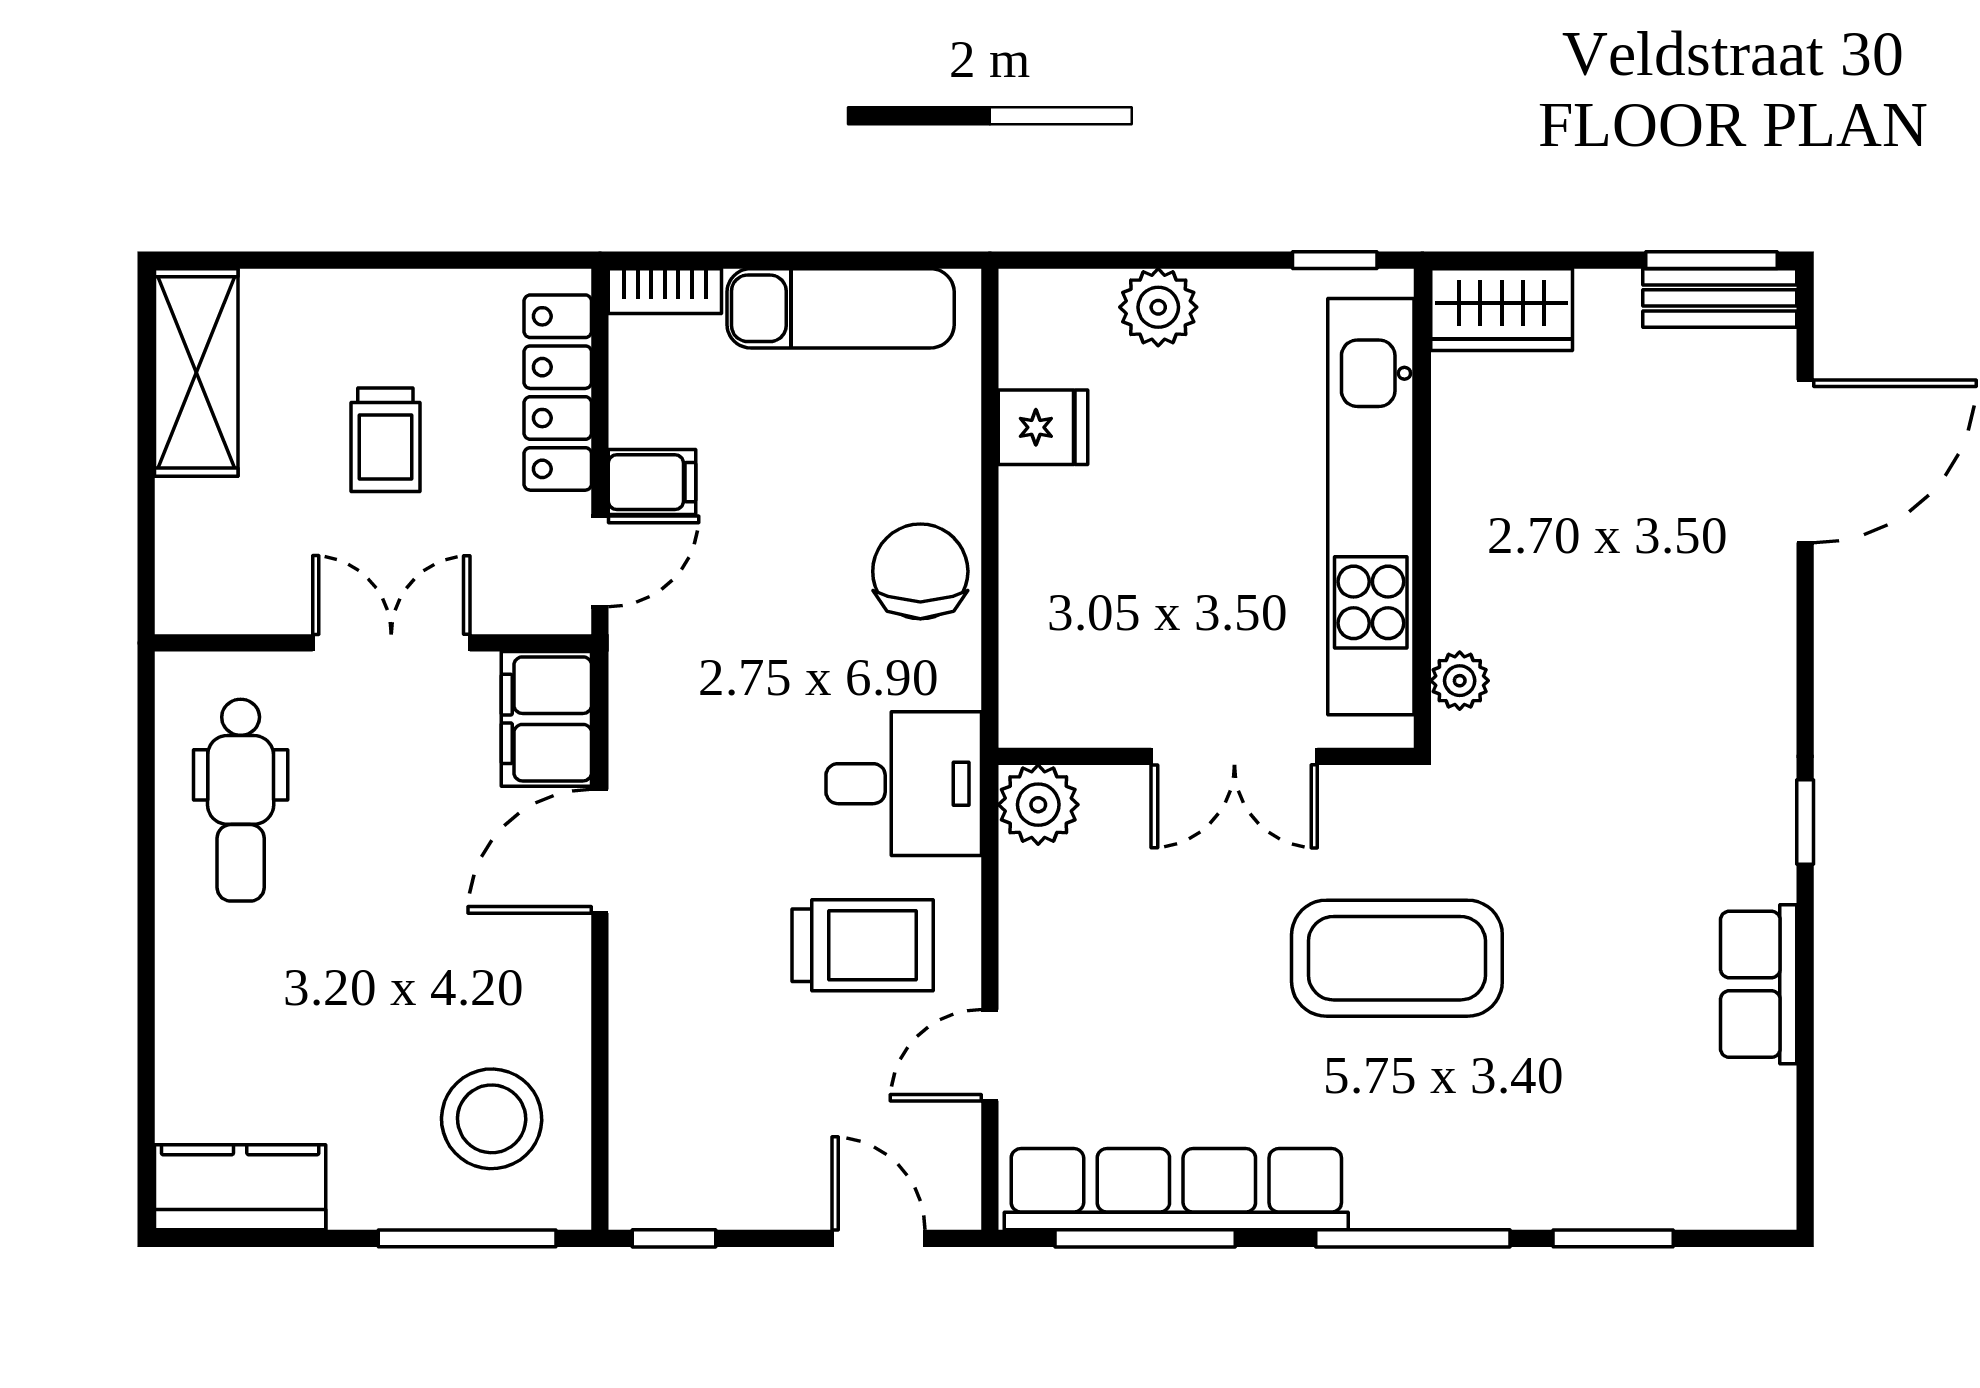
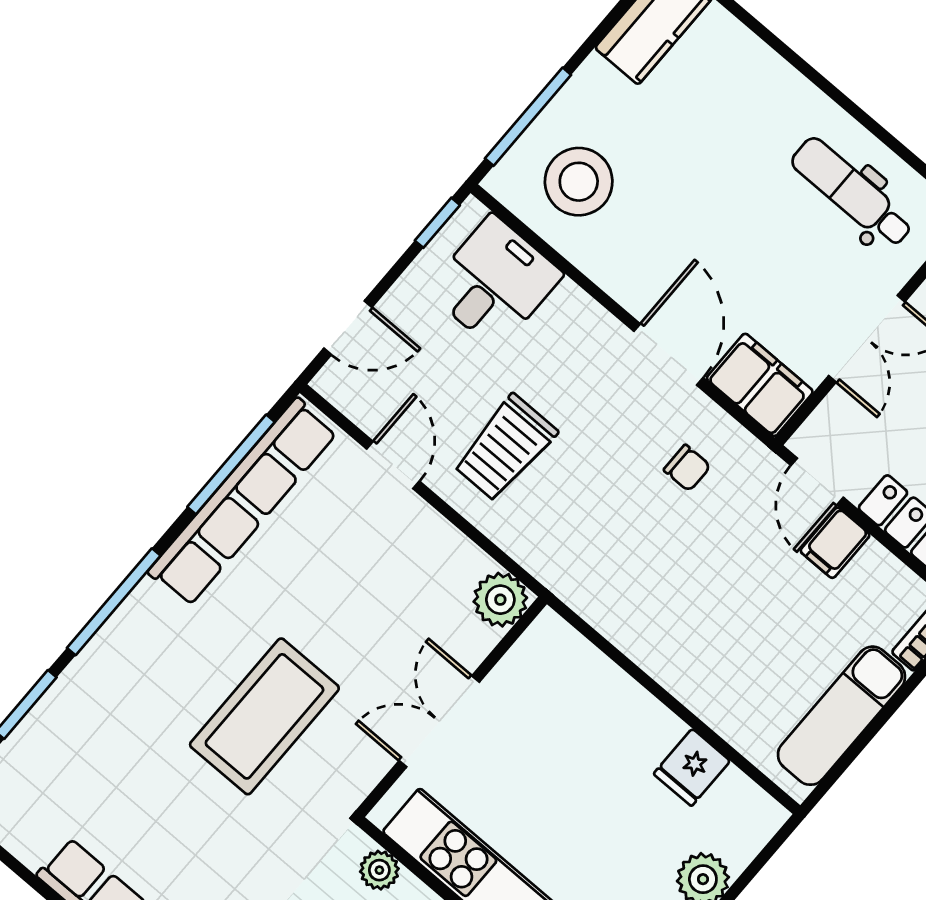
chair: (920, 571) -> (687, 468), moved, width x0.54, depth x0.54
desk: (904, 784) -> (495, 282), moved, turned 180

